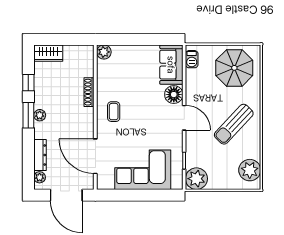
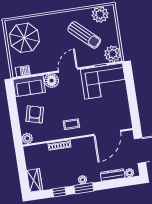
armchair: (133, 66) -> (35, 114), added
sun lounger: (234, 124) -> (84, 35), moved
corner sofa: (143, 170) -> (104, 81), moved, turned -90

